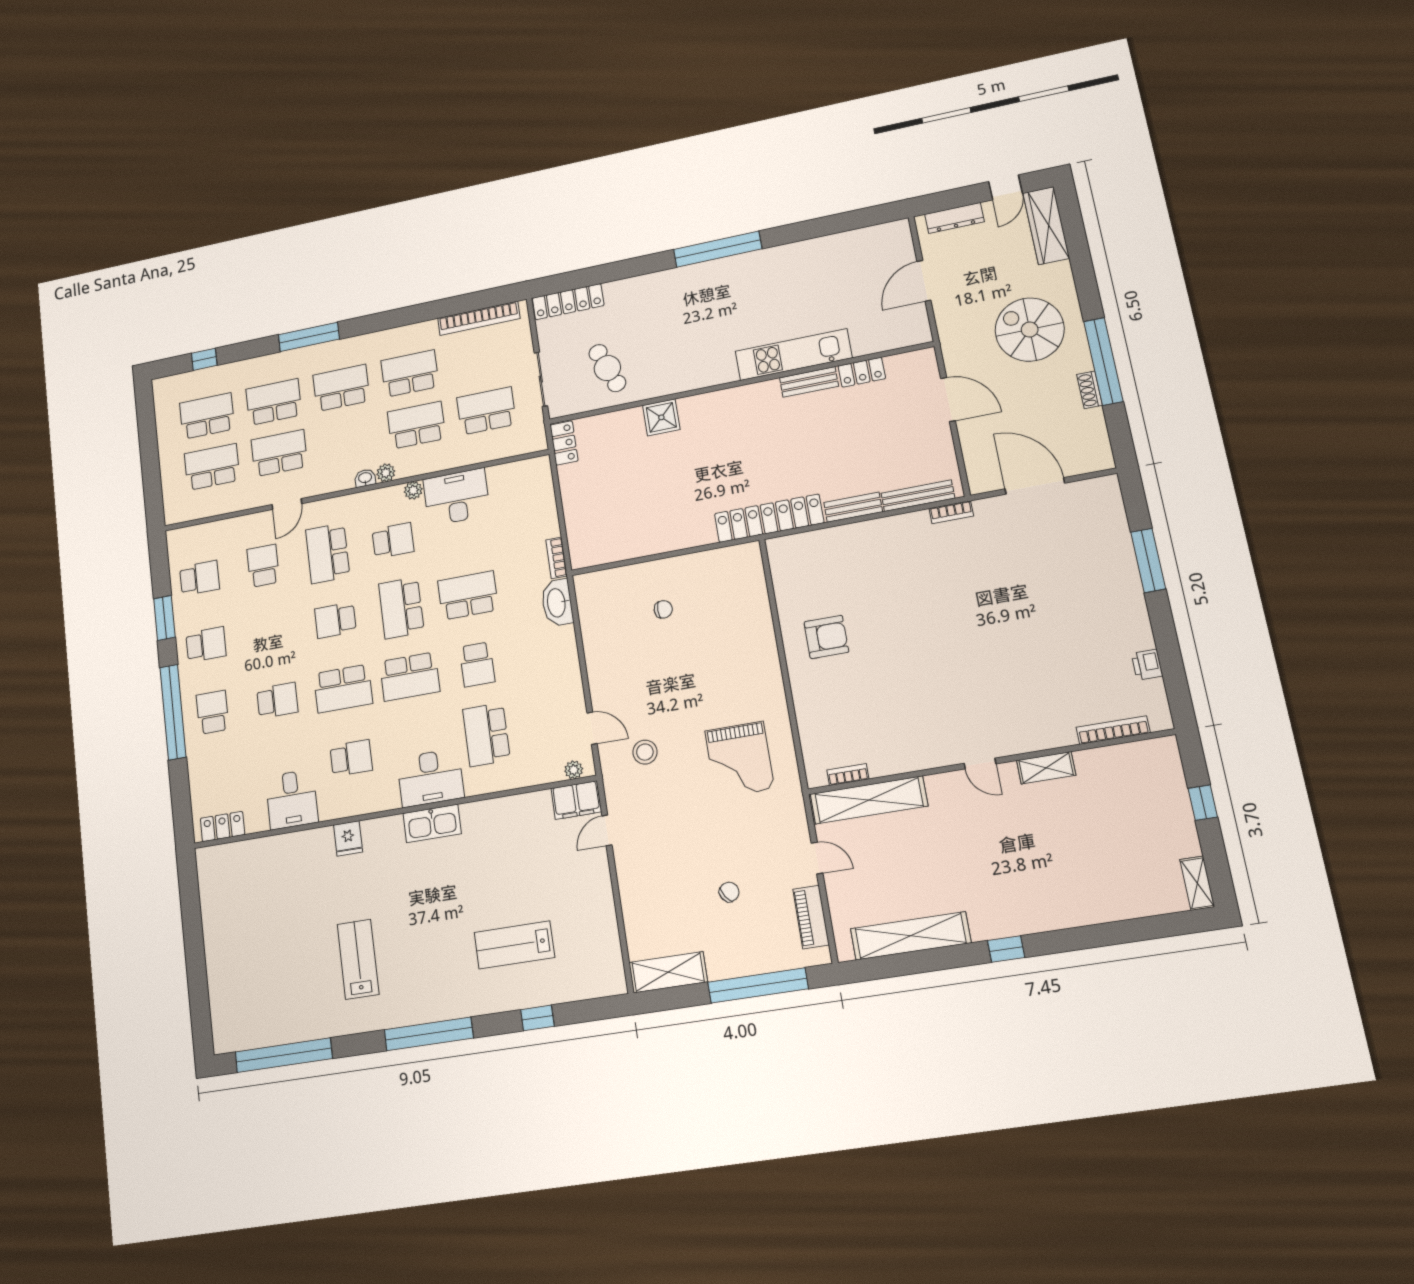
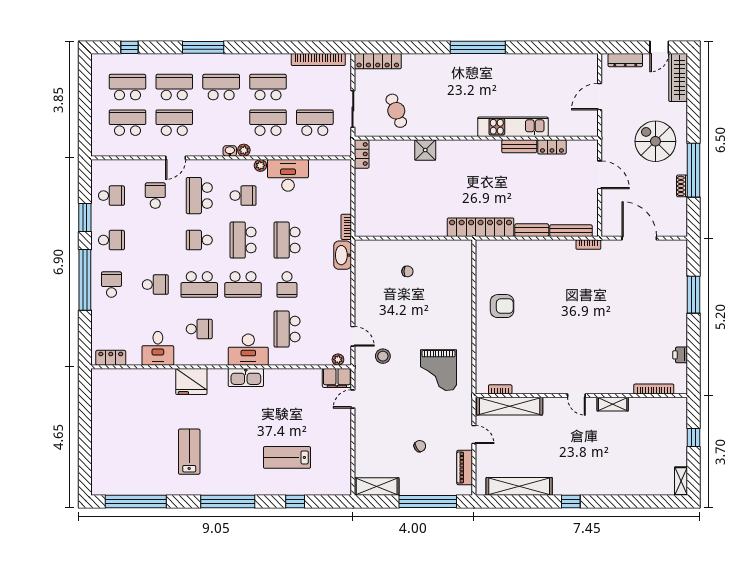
school desk: (468, 595) -> (287, 240), turned -90
fridge: (348, 838) -> (191, 381), width x1.88, depth x1.34

